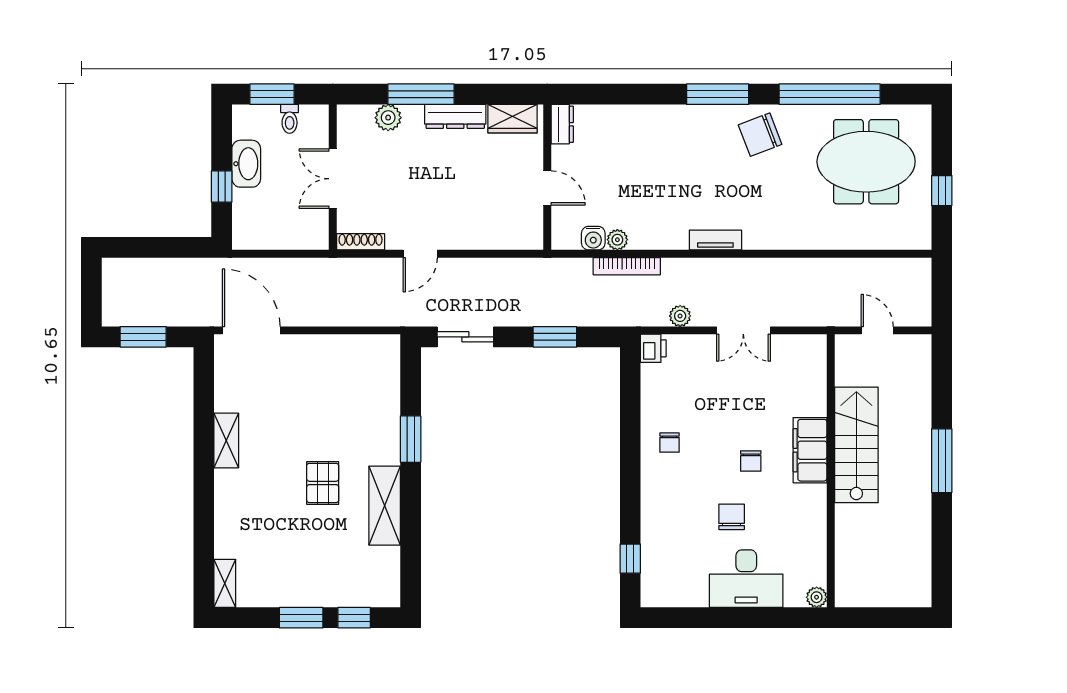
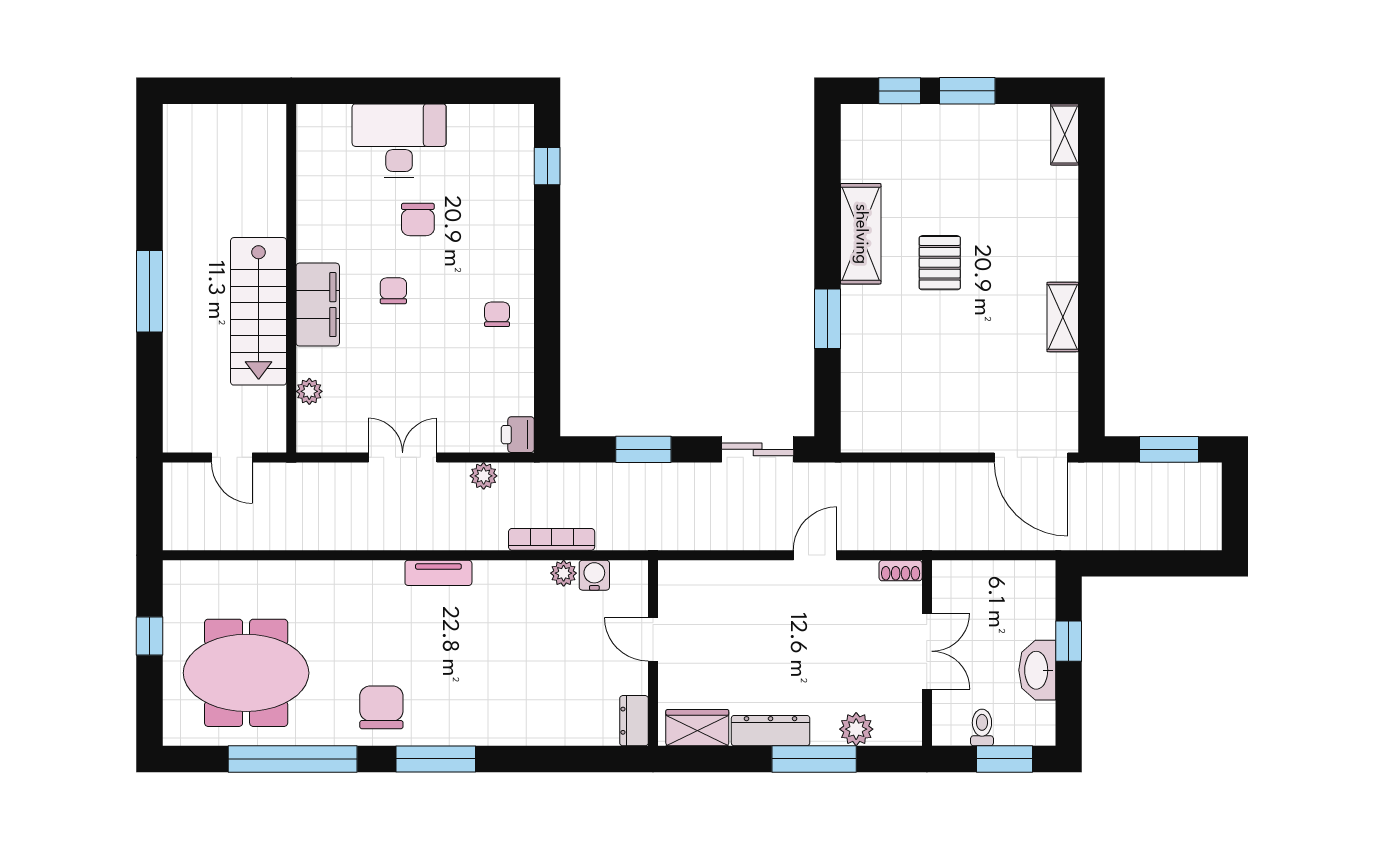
chair: (760, 135) -> (381, 707), turned -69
shoe rack: (361, 242) -> (901, 571), width x0.70
plant: (817, 597) -> (309, 391), moved

